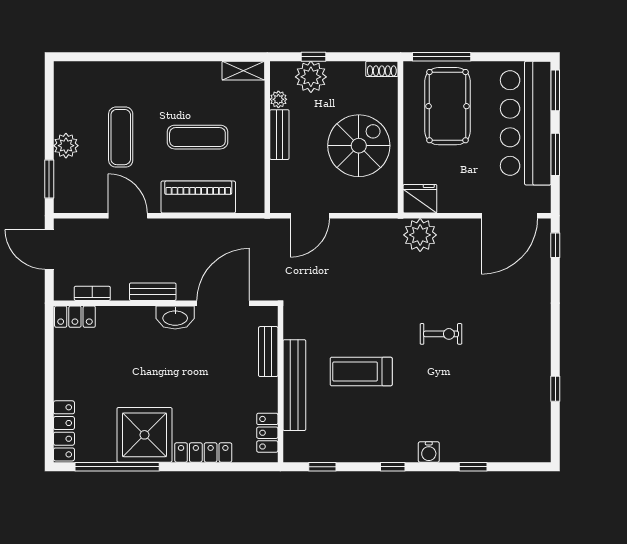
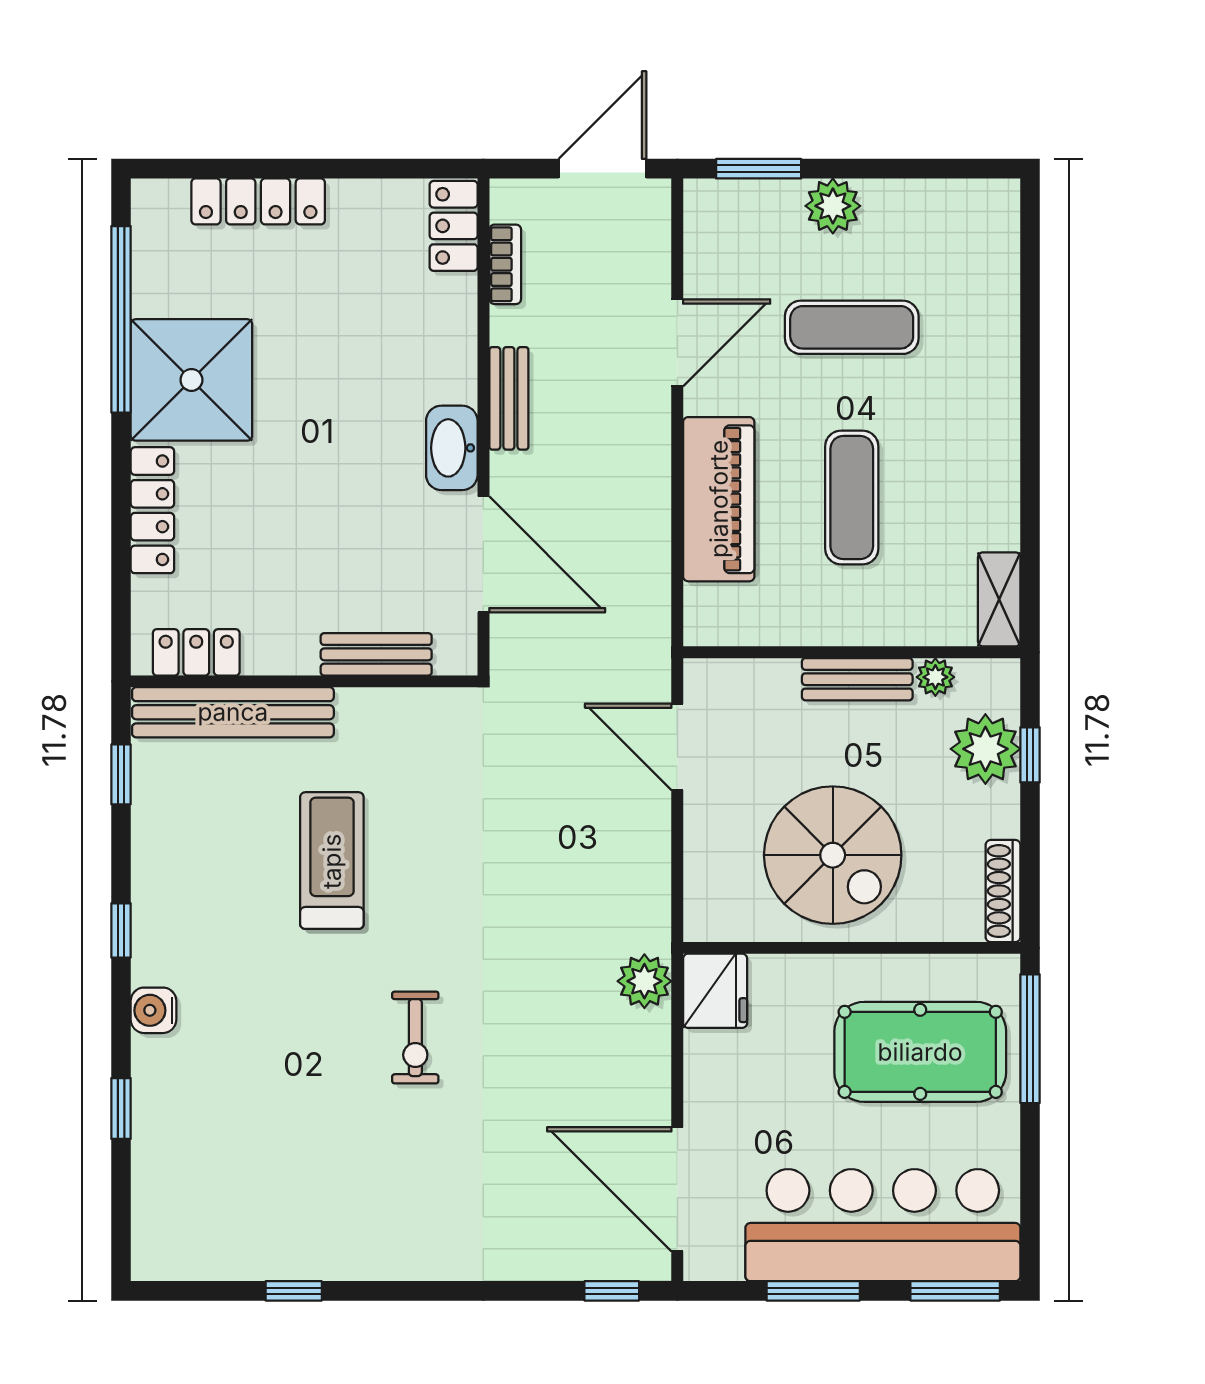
shoe rack: (382, 69) -> (1003, 891), width x1.43
plant: (420, 235) -> (644, 981), width x0.73, depth x0.73
bench: (294, 385) -> (233, 712), moved
locker: (64, 431) -> (258, 201), moved

